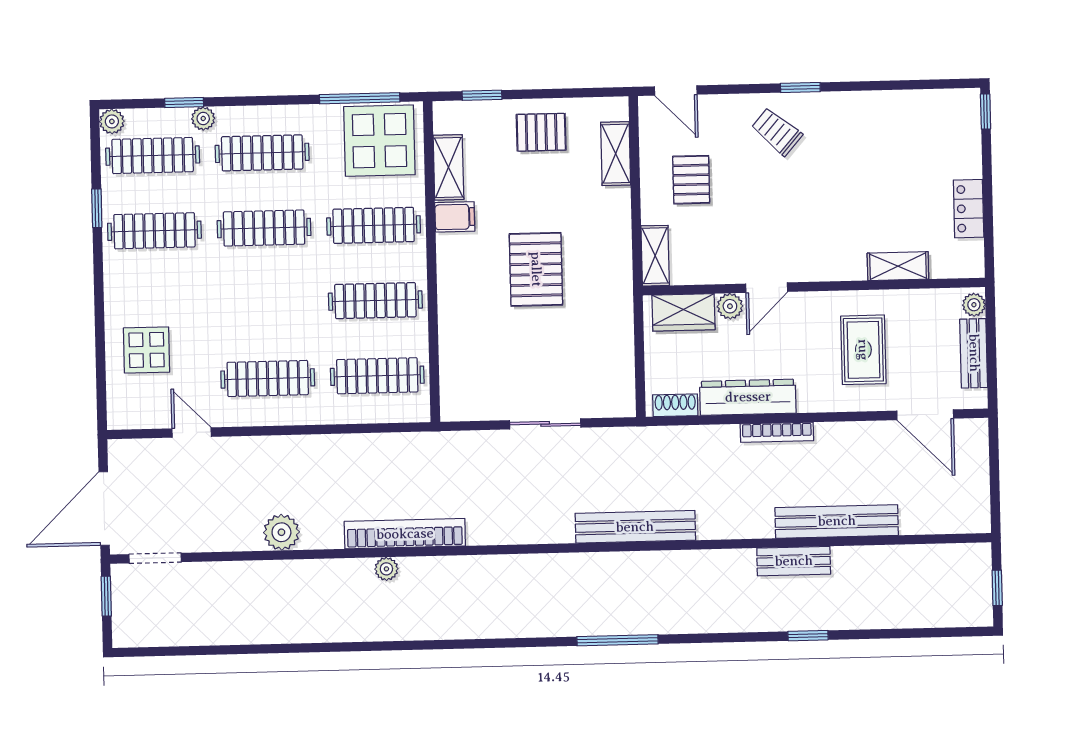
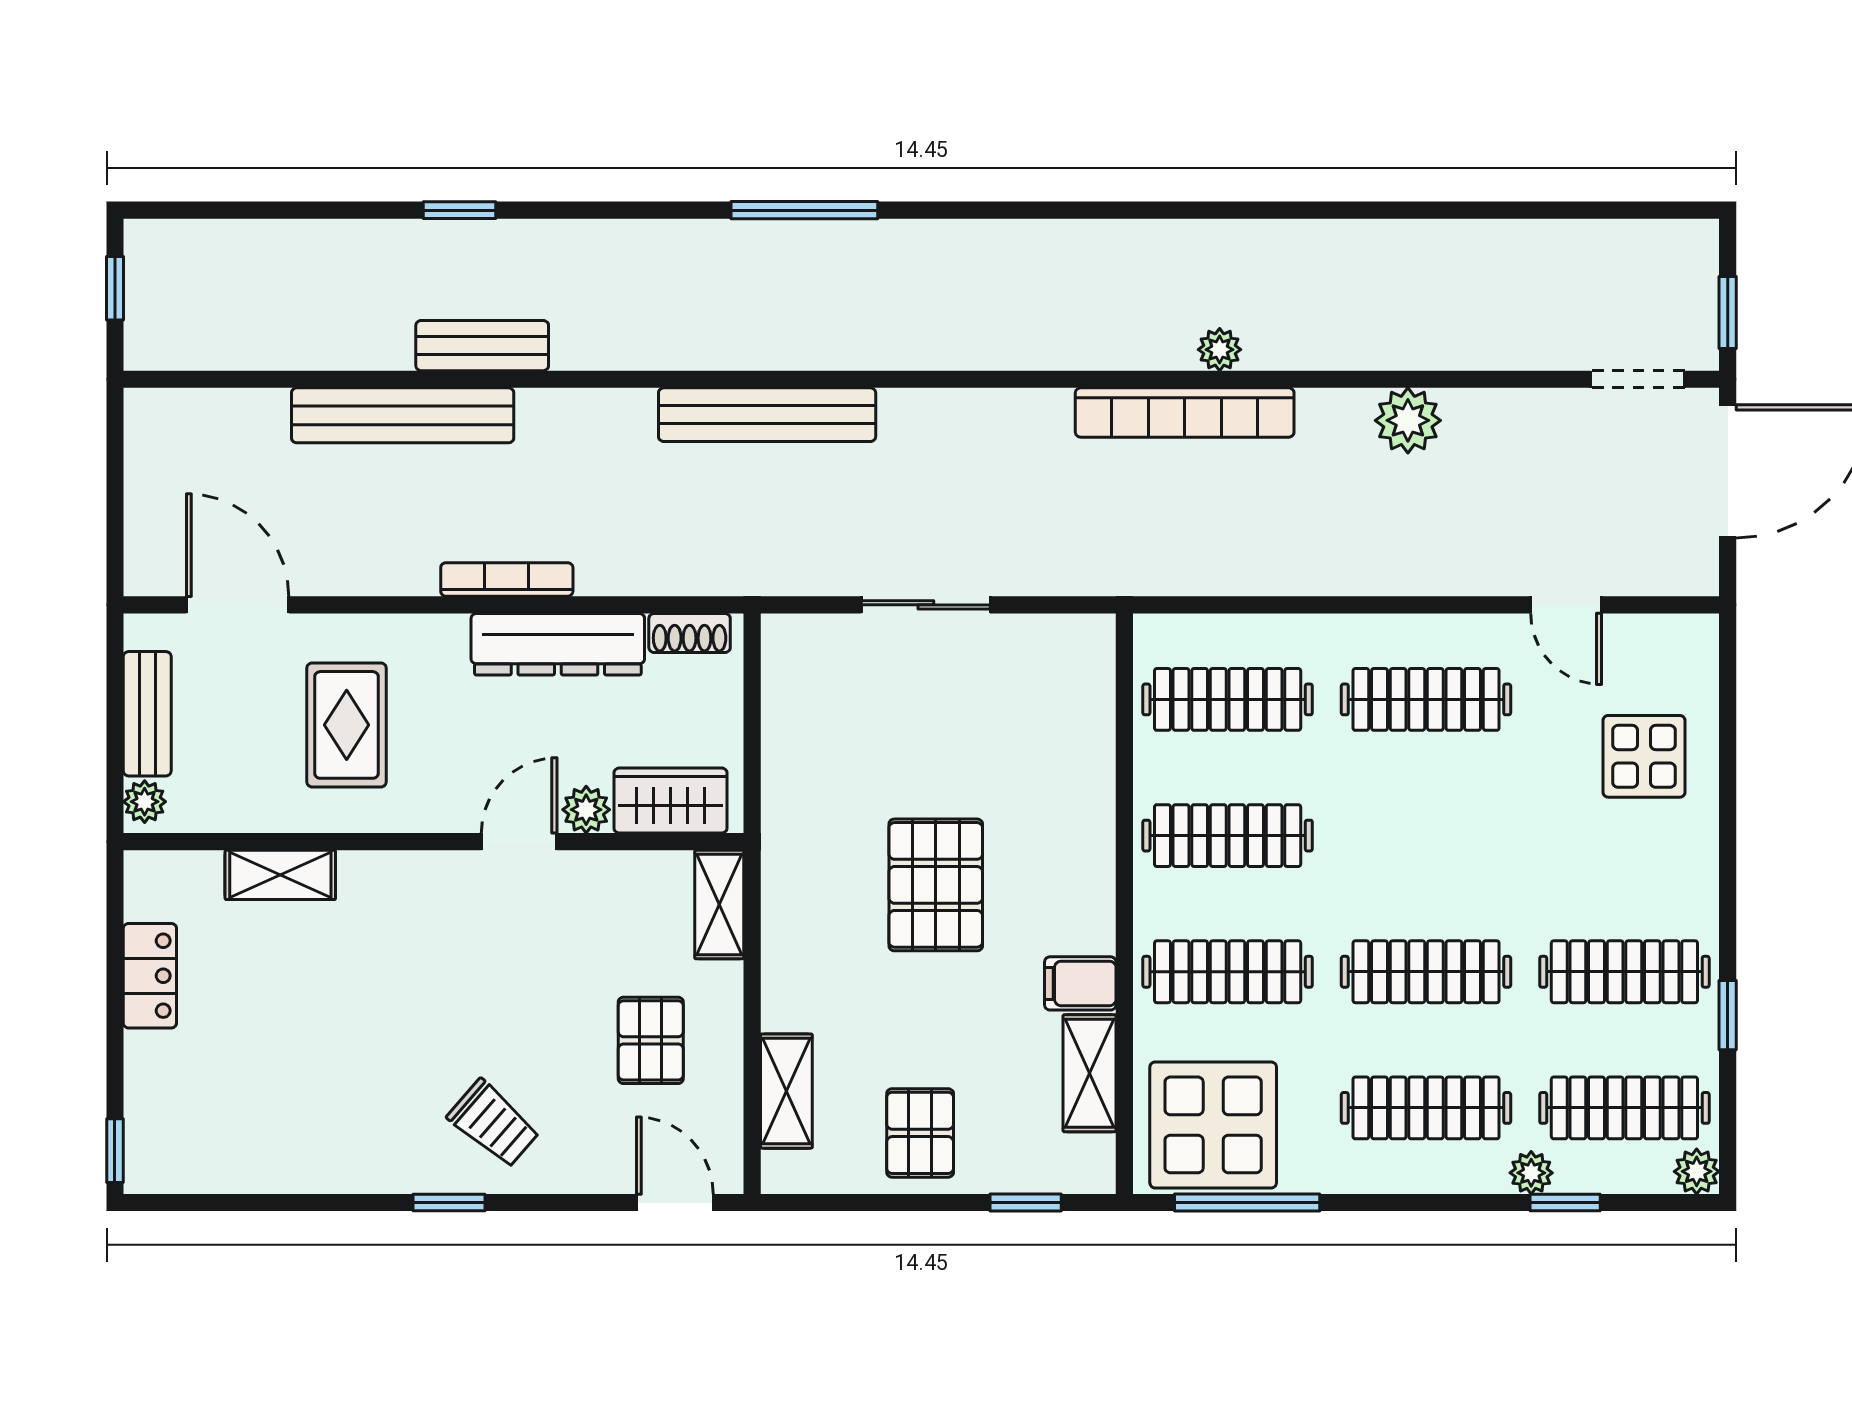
pallet: (541, 132) -> (920, 1133), turned 90

